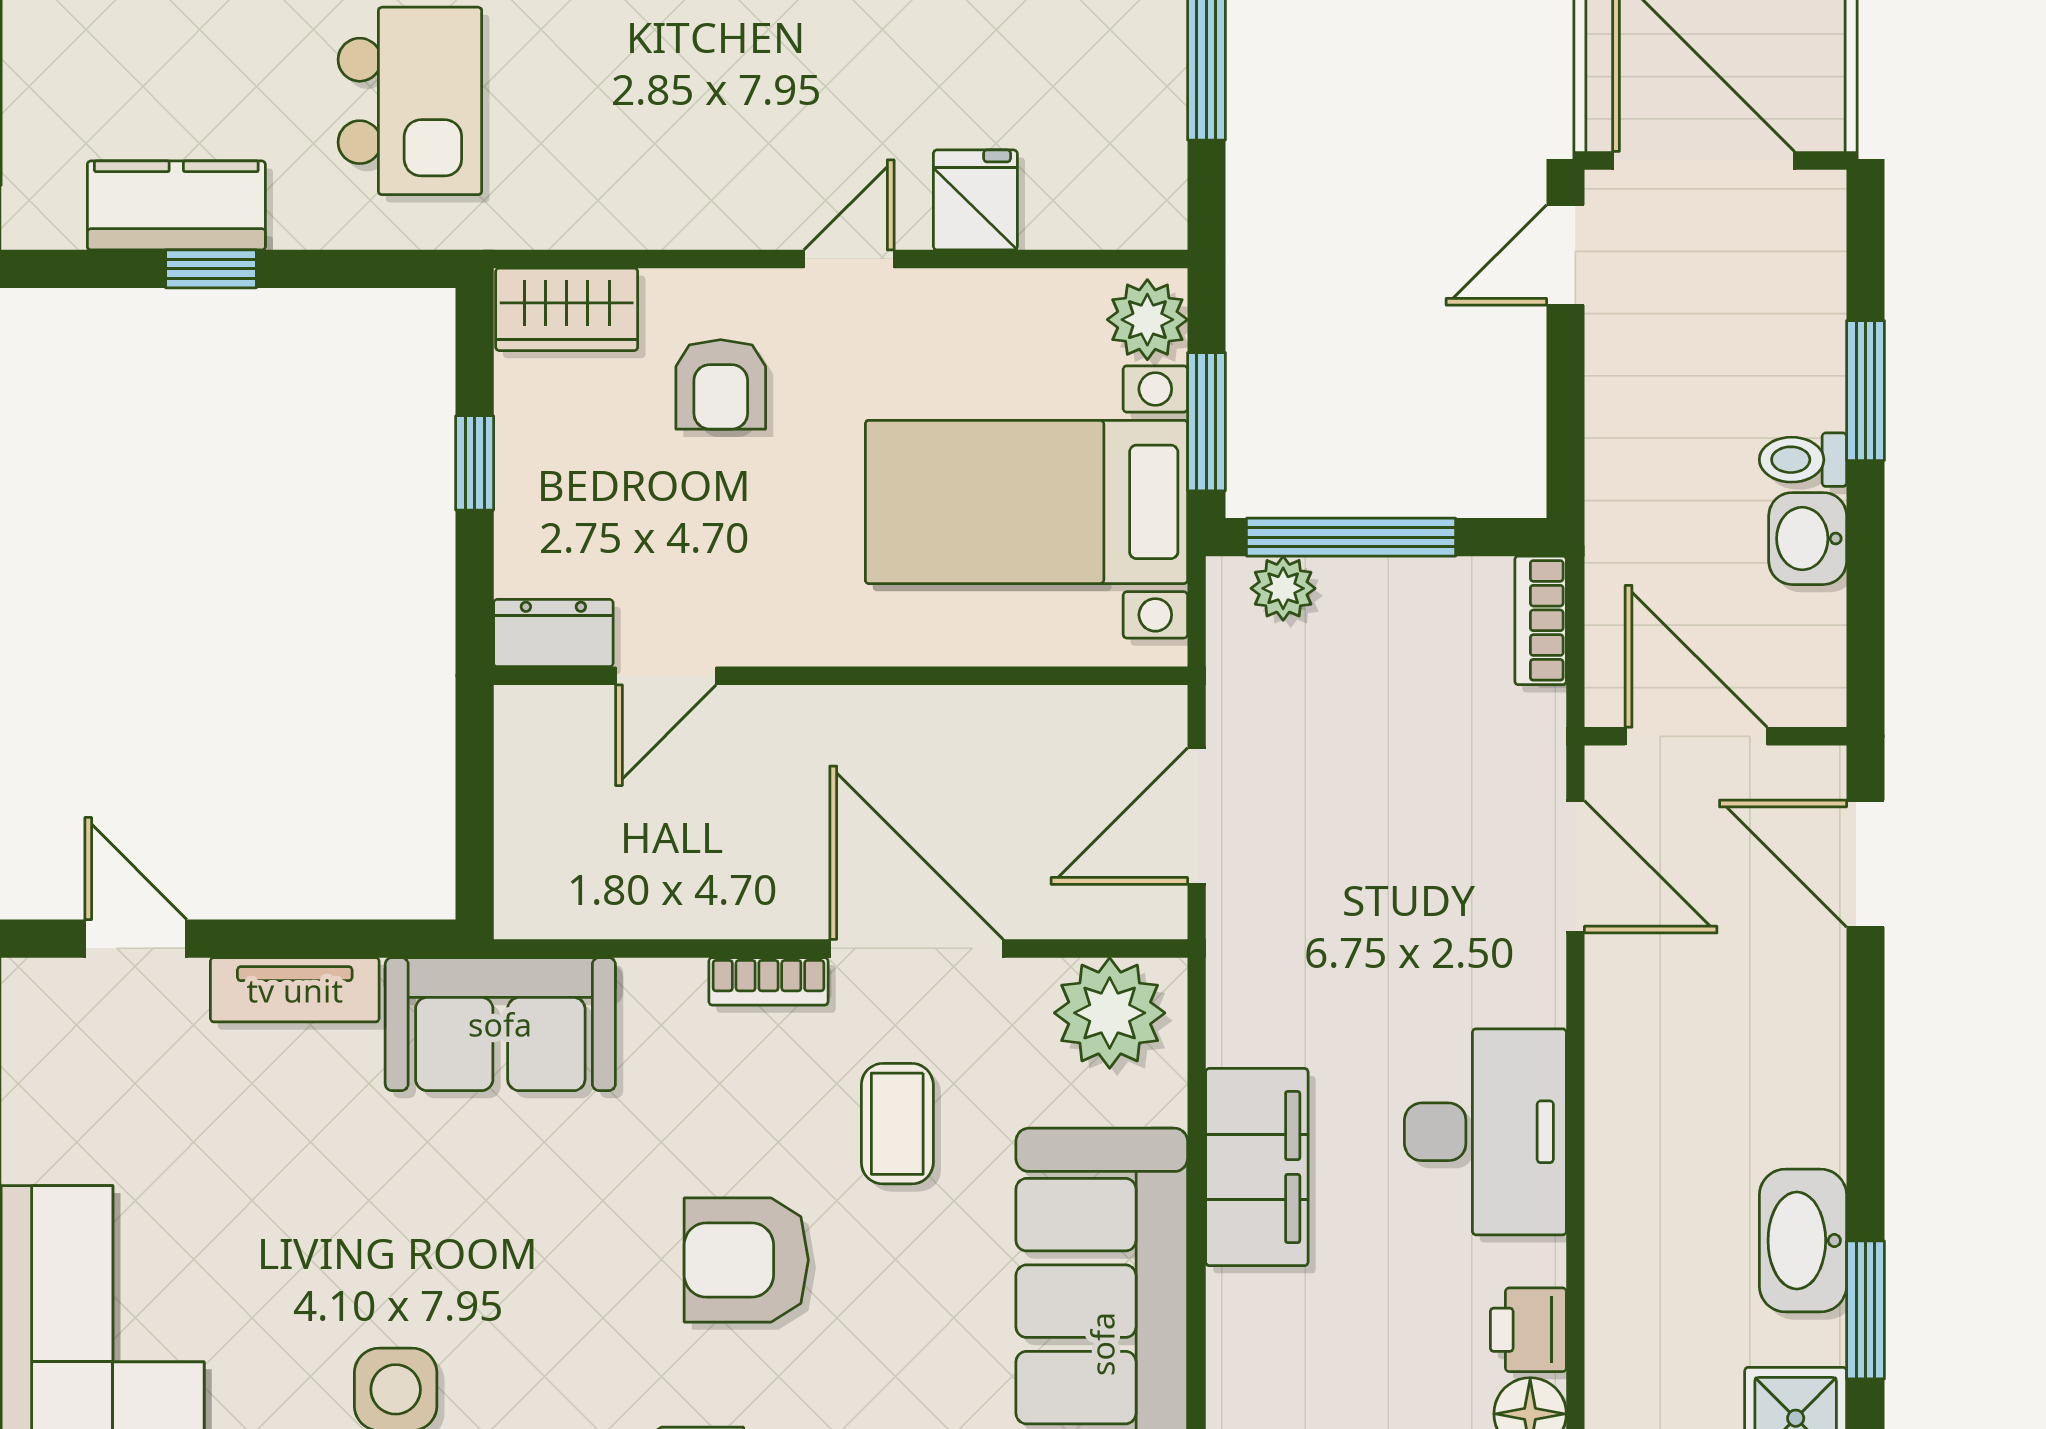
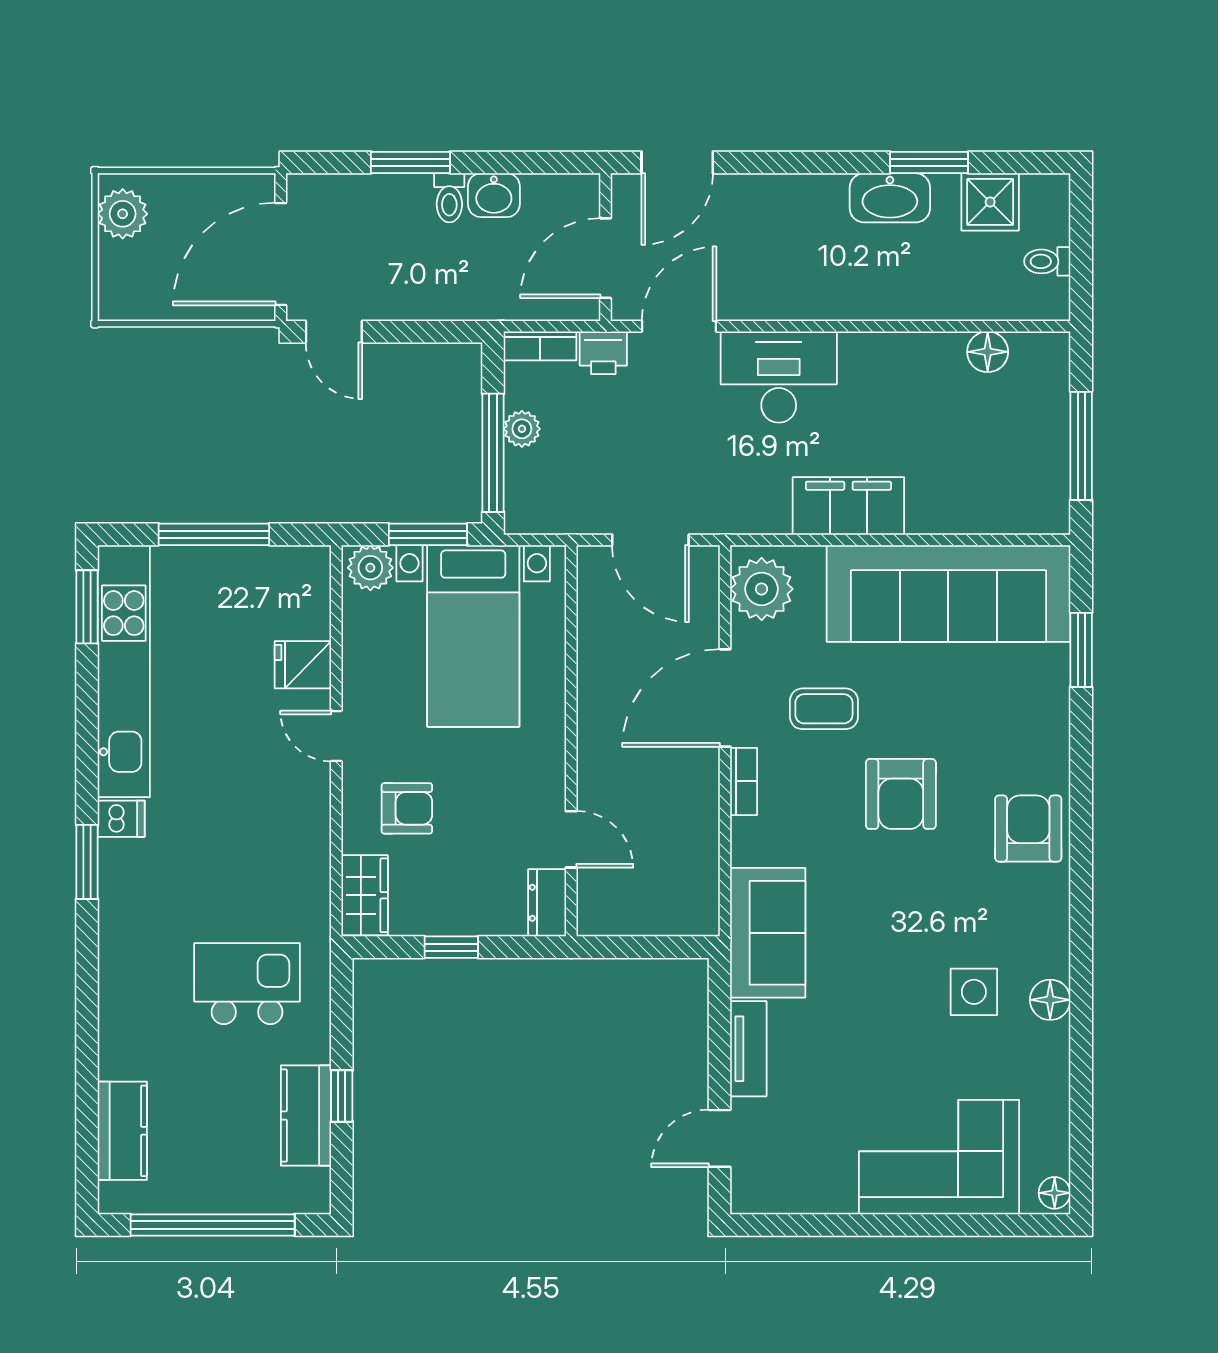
plant: (1283, 588) -> (522, 429), moved
desk: (1485, 1132) -> (779, 377), moved
printer: (1528, 1330) -> (603, 353), moved

